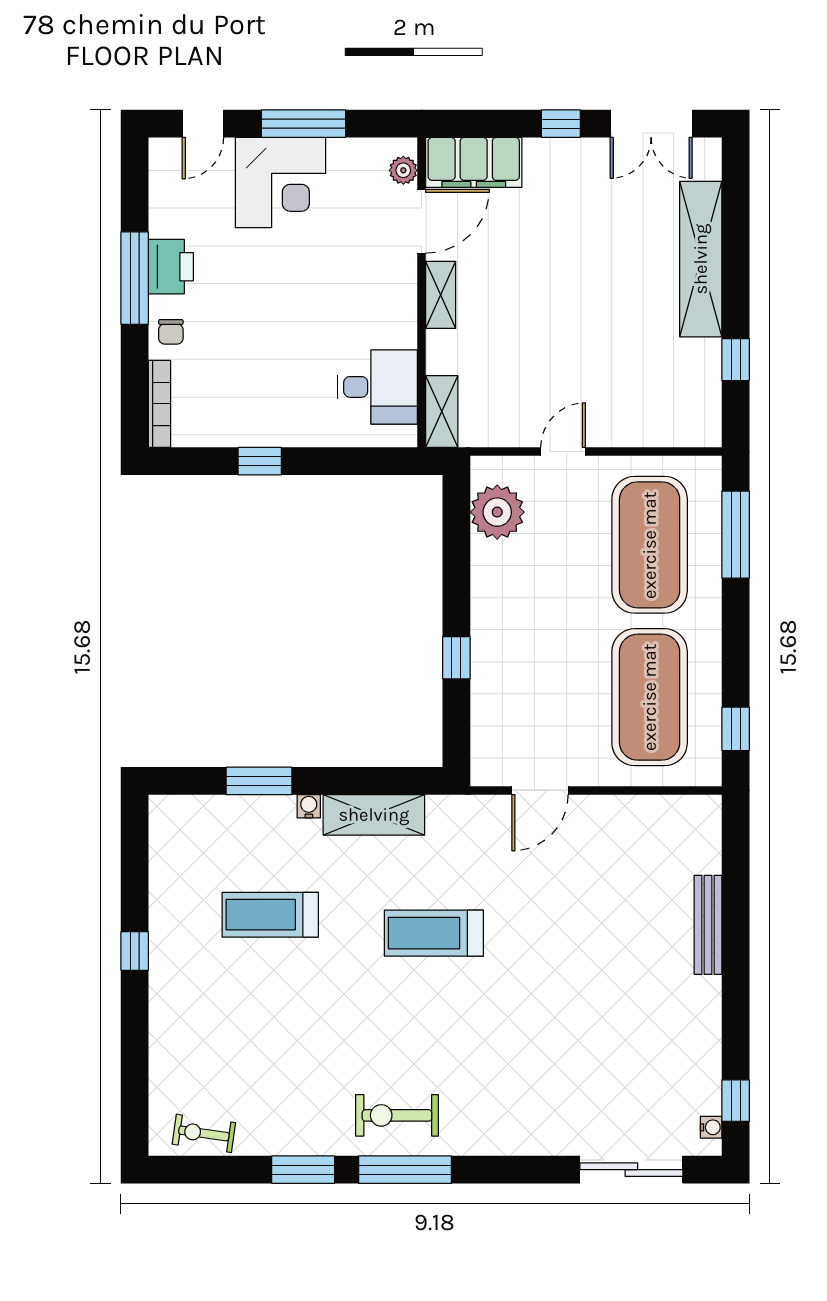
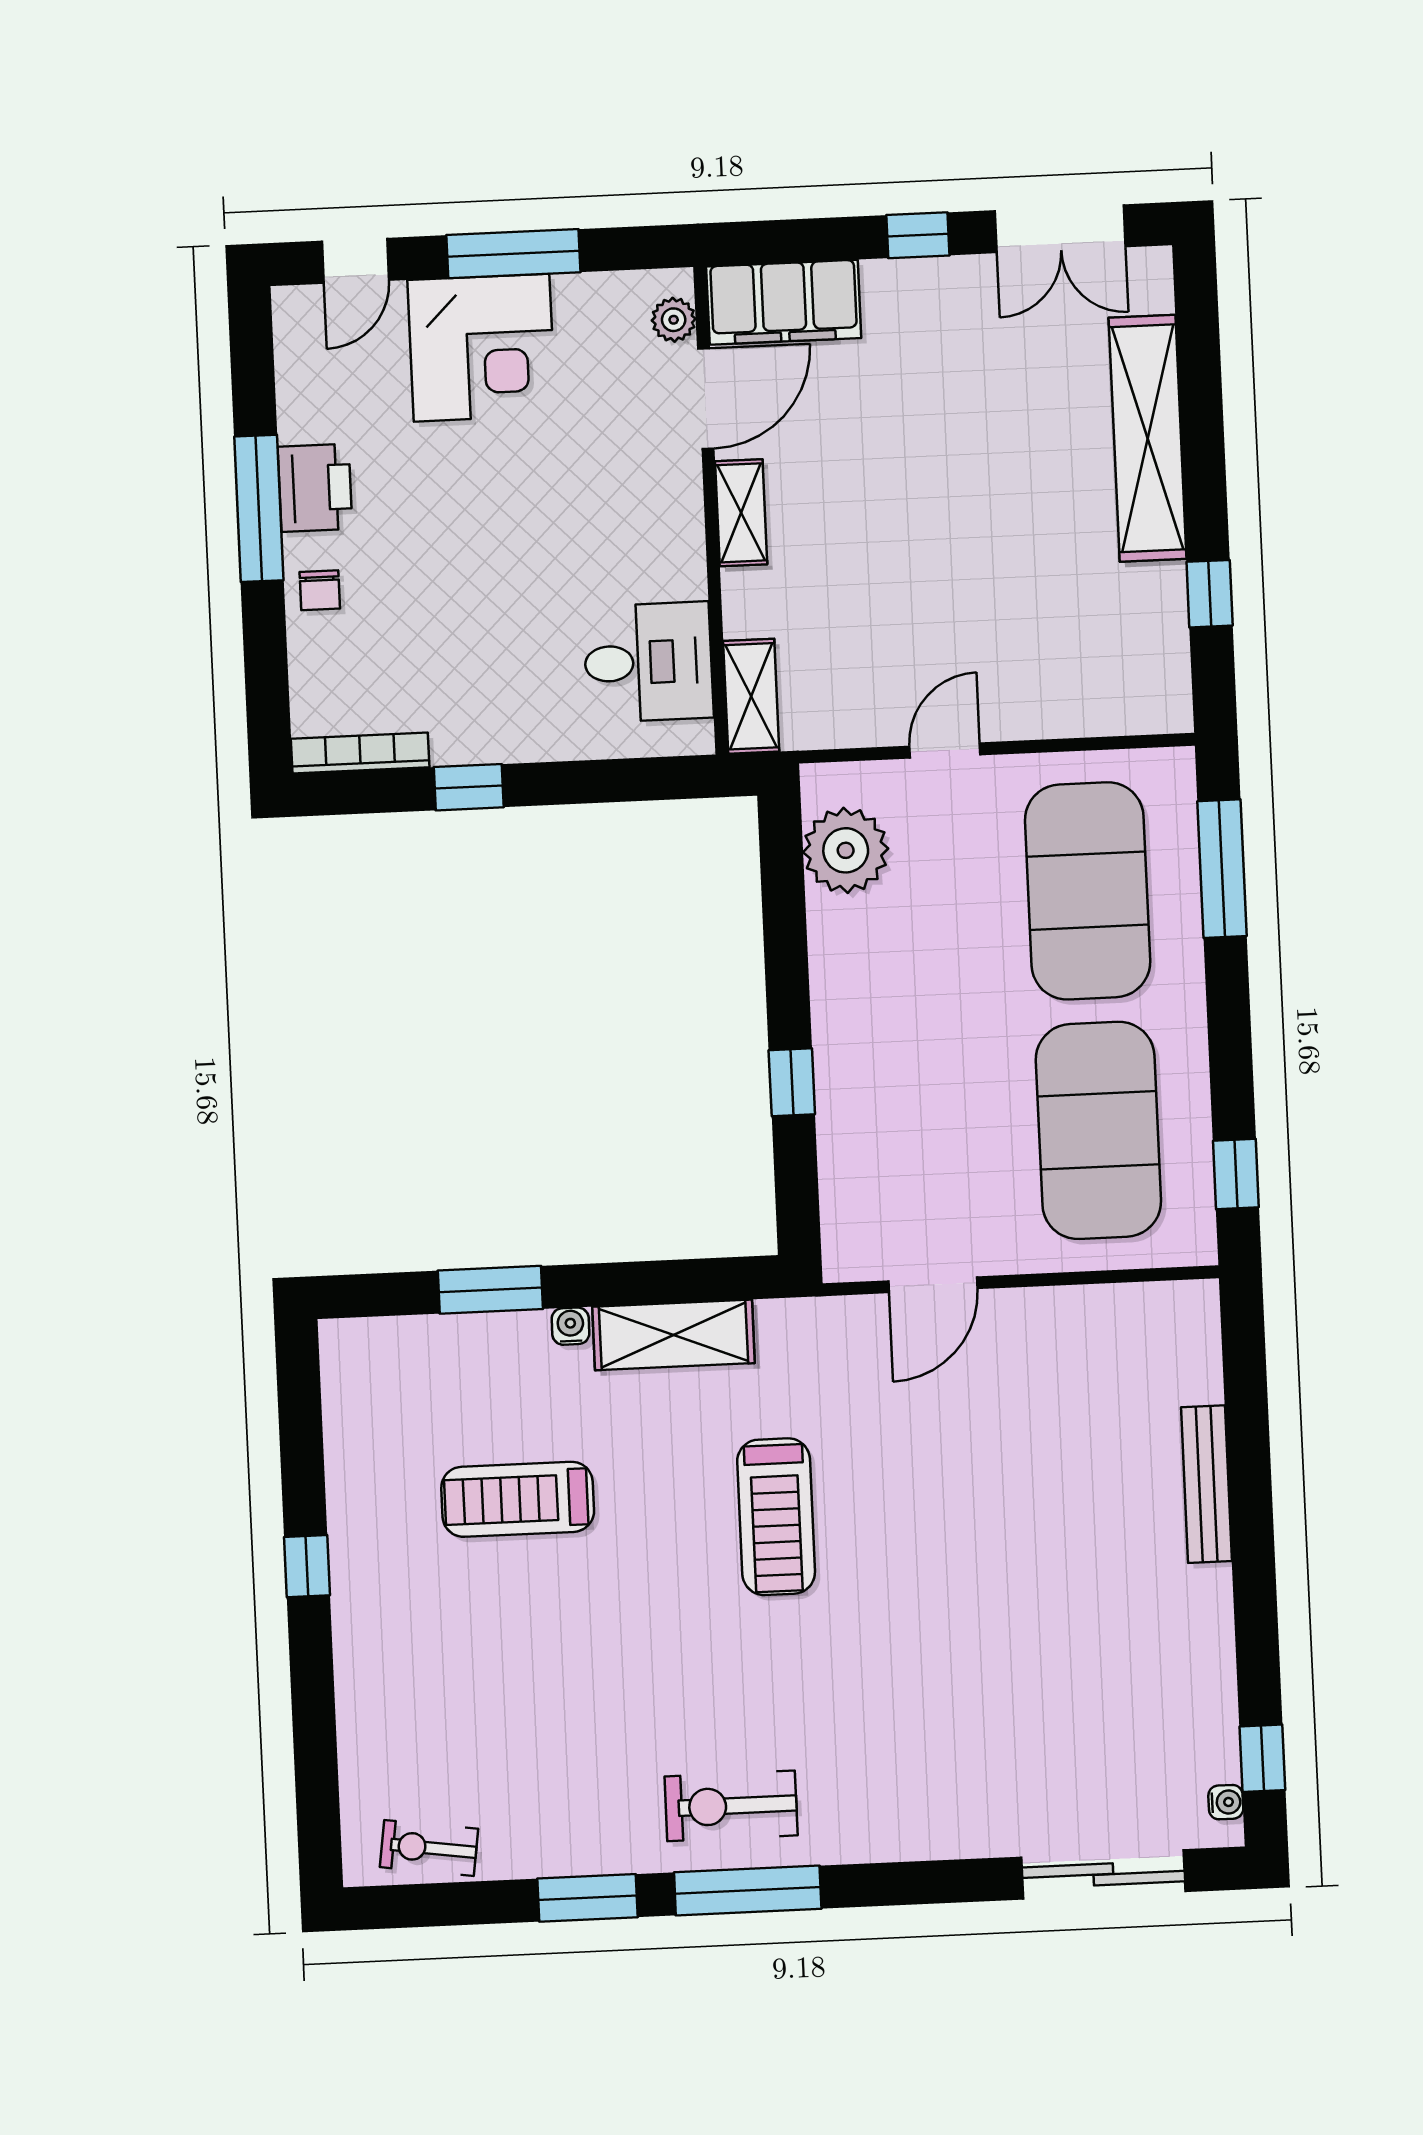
bookcase: (159, 404) -> (360, 753), moved, turned -90
treadmill: (434, 933) -> (776, 1517), turned -90

